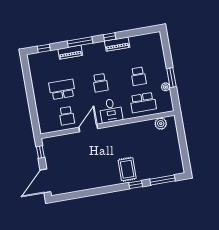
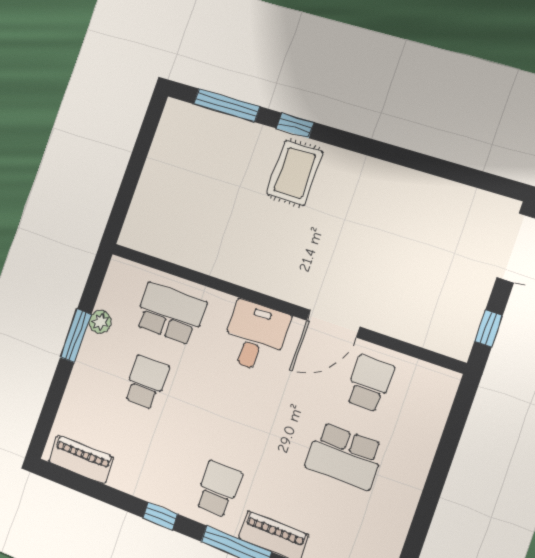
piano: (117, 44) -> (81, 459), moved
school desk: (100, 83) -> (218, 489), moved
plant: (161, 124) -> (158, 241), removed

